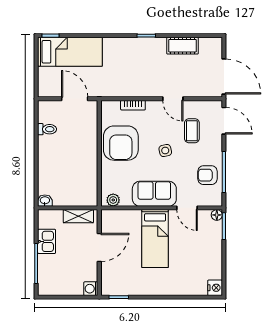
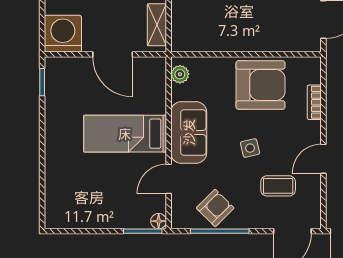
armchair: (121, 143) -> (261, 85), turned 180
armchair: (207, 175) -> (215, 208), turned 45
nightstand: (215, 288) -> (55, 219), removed
washing machine: (91, 289) -> (63, 34), width x1.89, depth x1.89

